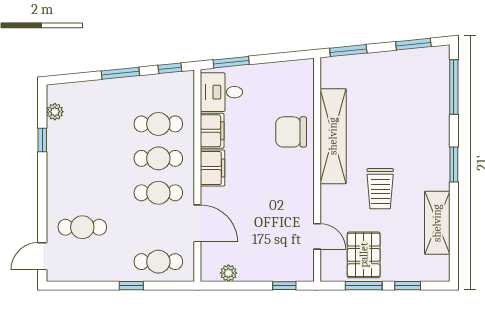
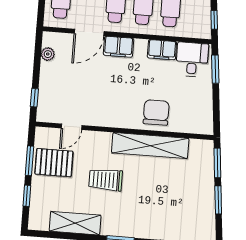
window: (413, 44) -> (218, 200), moved
filing cabinet: (213, 168) -> (119, 47), moved

